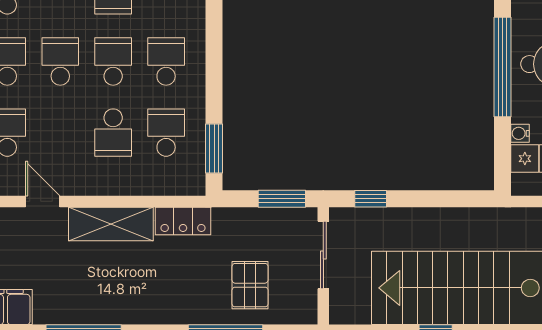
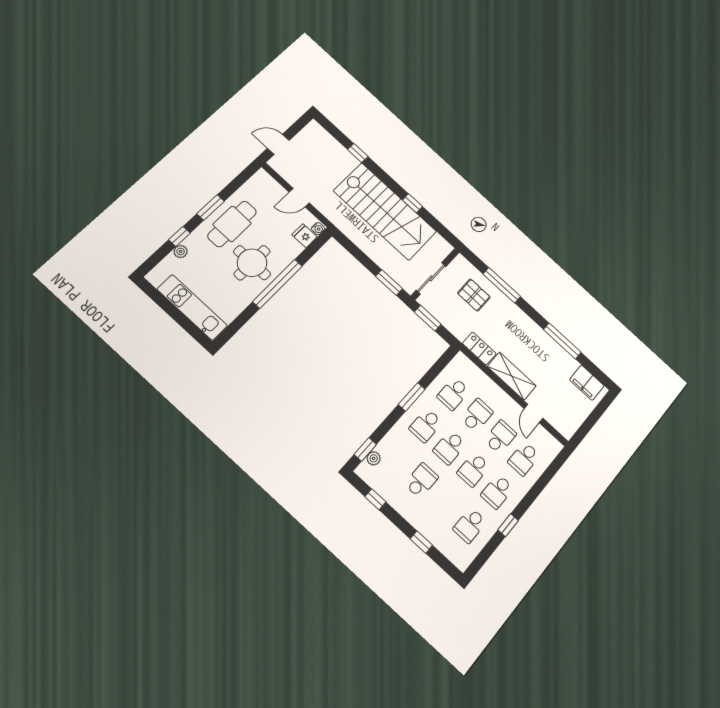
school desk: (60, 133) -> (500, 437), added
water cooler: (520, 133) -> (318, 229), moved
window: (214, 149) -> (412, 397), moved
window: (371, 199) -> (389, 282), width x1.50
pallet: (250, 285) -> (474, 295), turned 90

